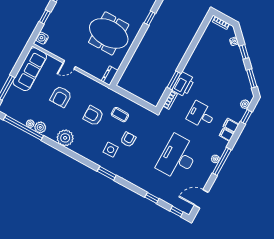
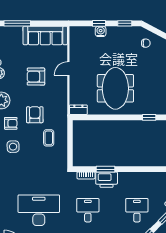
water cooler: (42, 38) -> (101, 31), moved
door: (69, 65) -> (68, 68), hinge flipped
desk: (224, 73) -> (137, 210), added
armchair: (128, 140) -> (11, 123), moved

